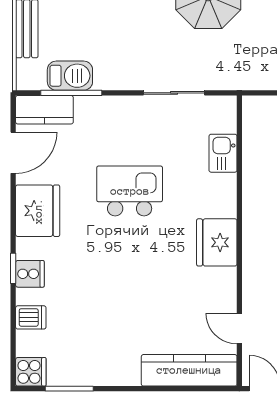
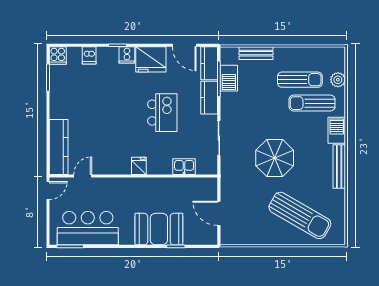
kitchen counter: (104, 110) -> (209, 98), added
fridge: (217, 242) -> (139, 166), width x0.53, depth x0.75
cooker: (30, 274) -> (127, 55), moved

